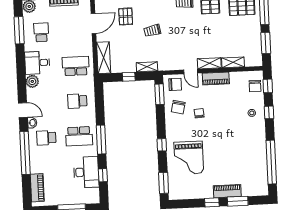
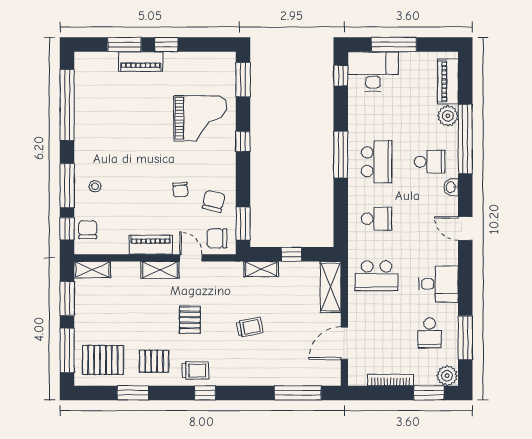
pallet: (126, 16) -> (190, 320), moved
shelving: (233, 62) -> (92, 270), moved
plant: (32, 81) -> (448, 116), moved
door: (23, 110) -> (465, 228), moved
window: (269, 112) -> (67, 186), width x2.17
school desk: (79, 136) -> (376, 162), turned 90
grand piano: (189, 158) -> (200, 118), turned 90
desk: (86, 172) -> (373, 71), moved, turned 90
window: (103, 175) -> (341, 76), moved

